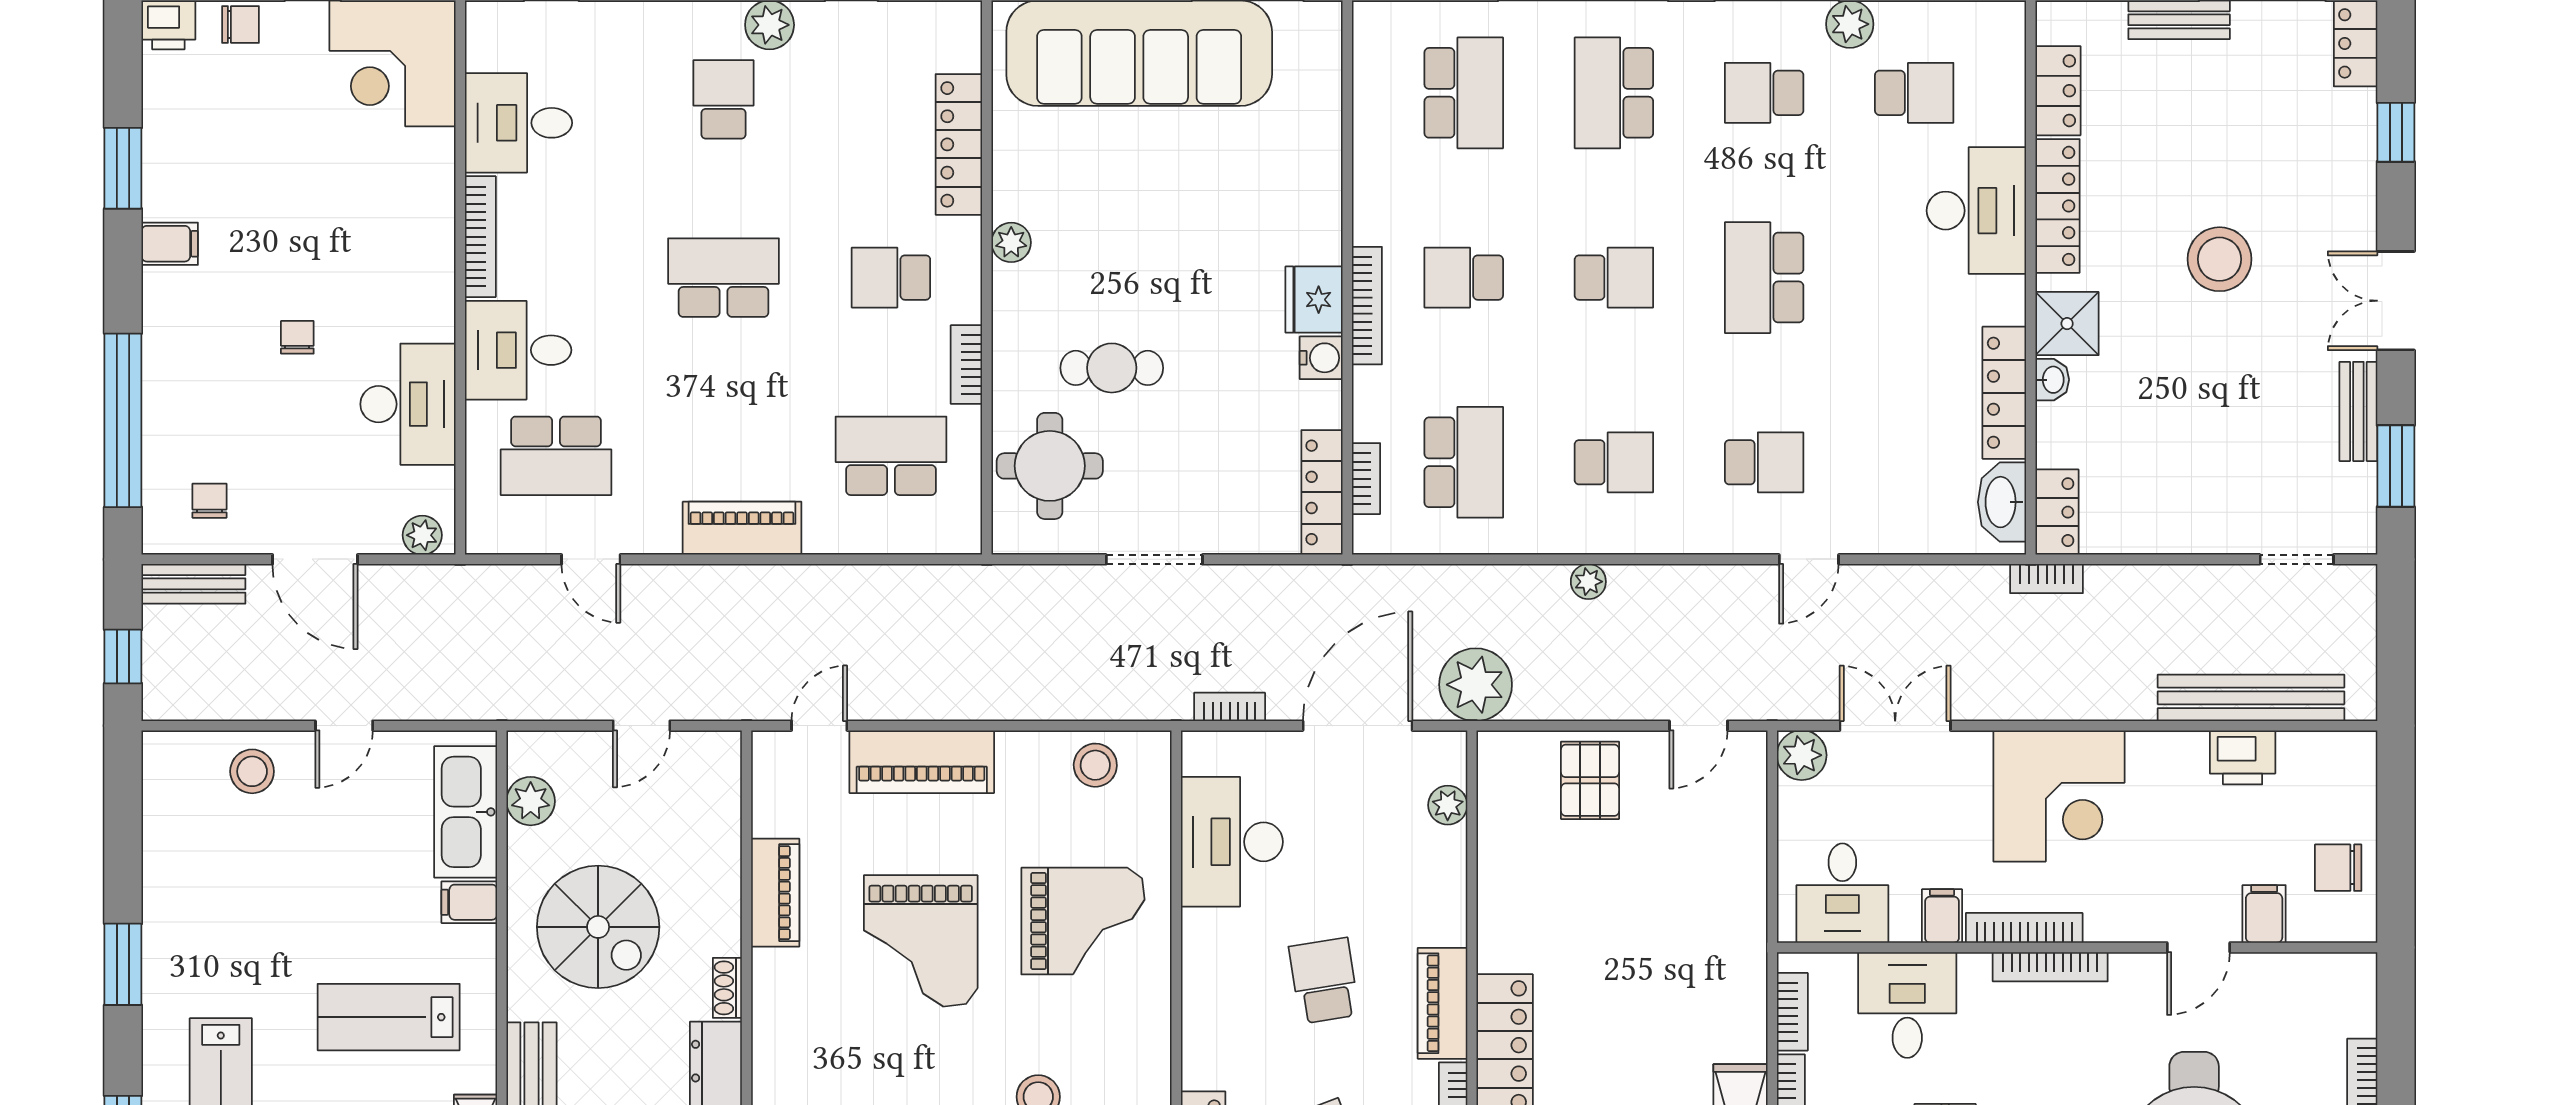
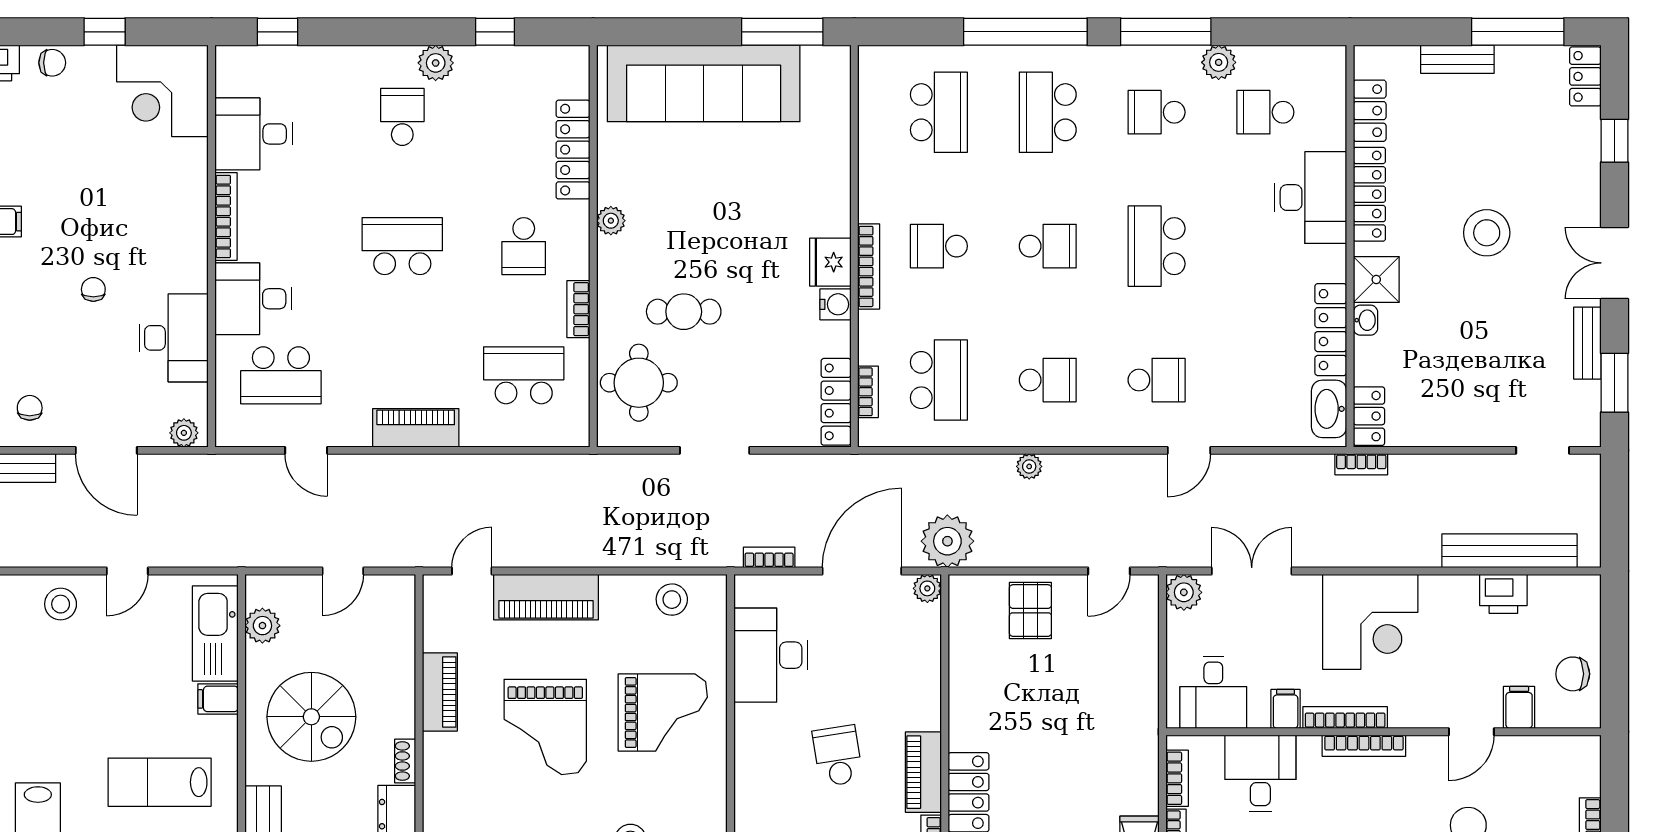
school desk: (1914, 93) -> (1265, 112), turned 180
school desk: (891, 278) -> (524, 246), turned -90
plant: (1448, 805) -> (927, 588), moved

